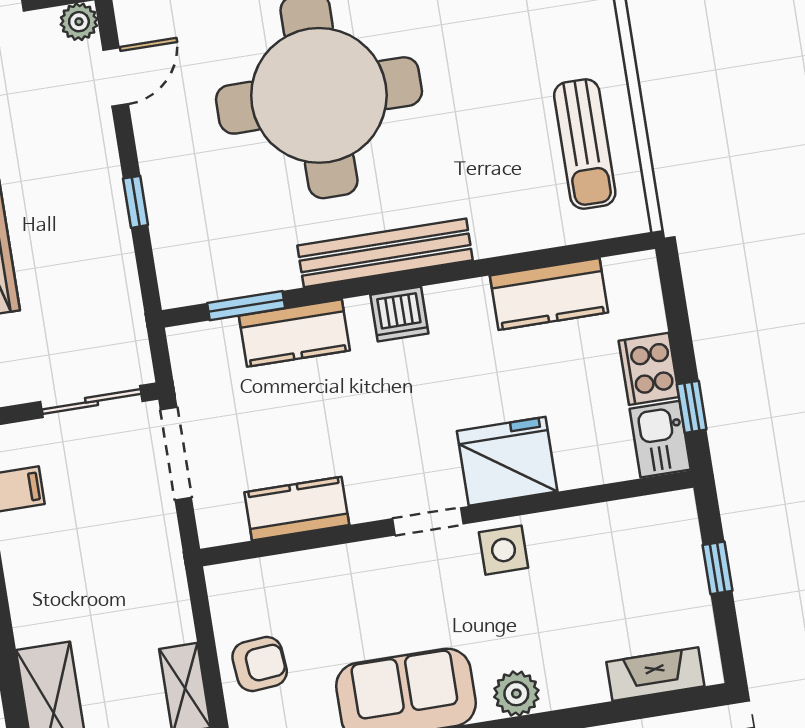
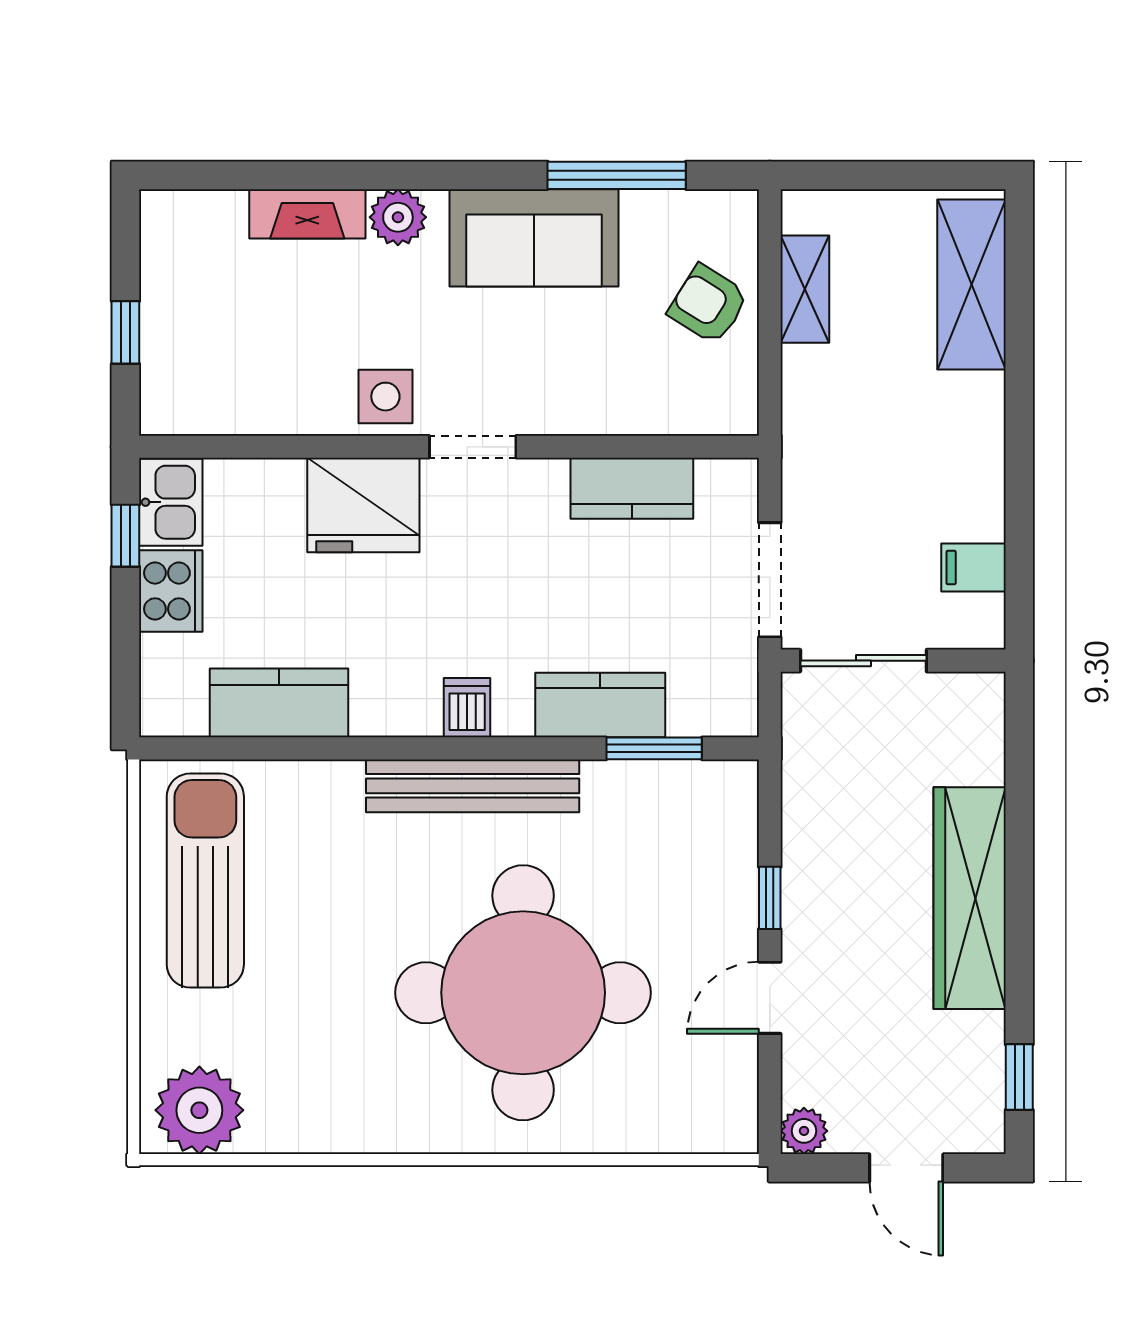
door: (116, 77) -> (770, 998), moved
sun lounger: (585, 144) -> (205, 880), width x1.36, depth x1.34
dishwasher: (399, 314) -> (467, 708), width x0.73
armchair: (260, 664) -> (708, 304), turned 37
fireplace: (655, 674) -> (307, 214), moved

